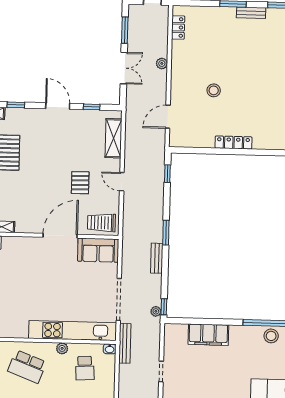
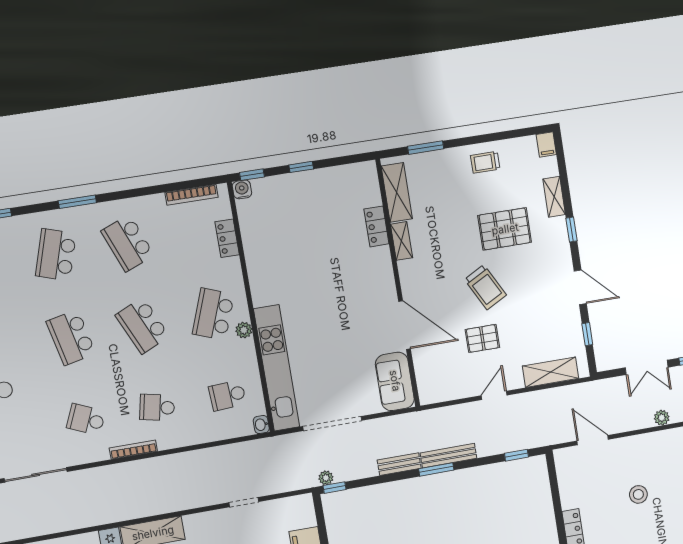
door: (58, 106) -> (580, 287), hinge flipped
trolley: (101, 223) -> (485, 287), moved, turned 152
bench: (125, 343) -> (448, 456), moved
plant: (62, 348) -> (244, 330), moved

